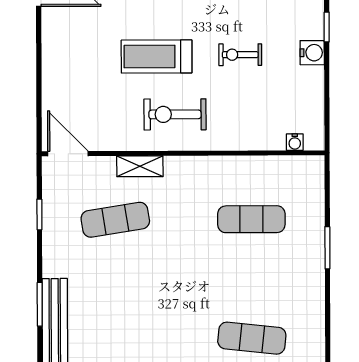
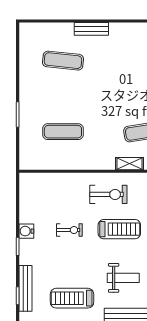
water cooler: (295, 142) -> (37, 178), removed

